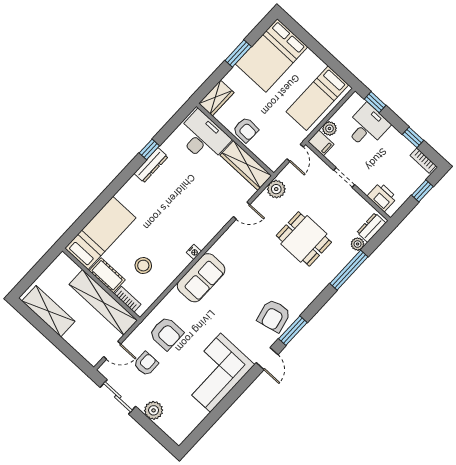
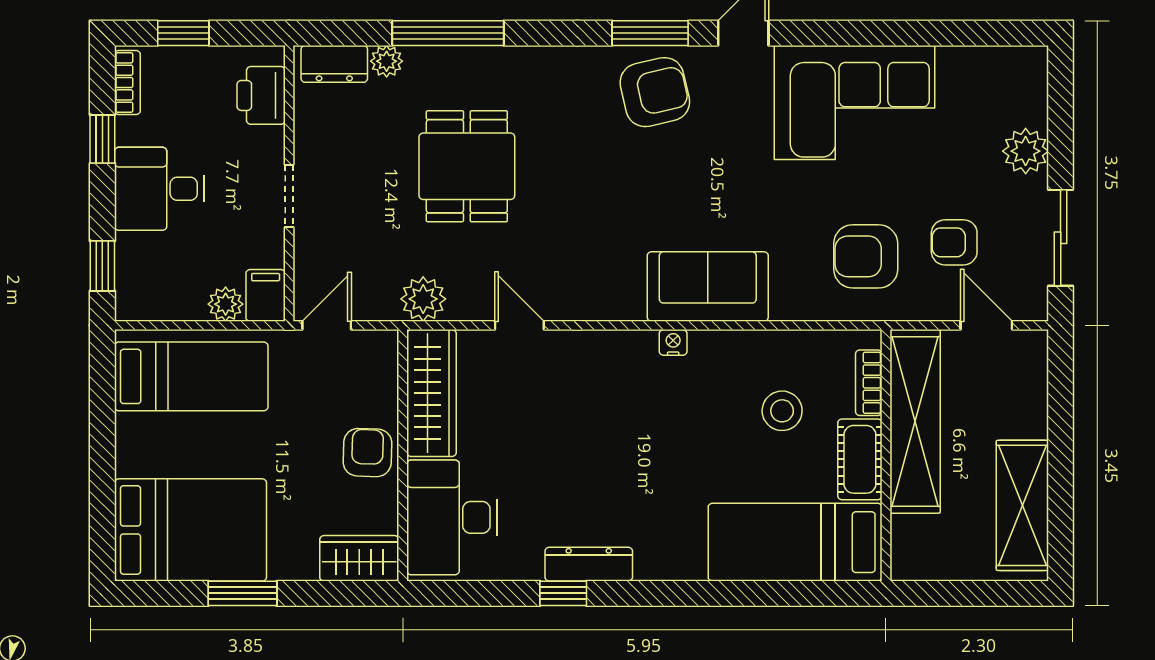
desk: (367, 126) -> (159, 189), moved
armchair: (166, 333) -> (866, 256), turned -90

